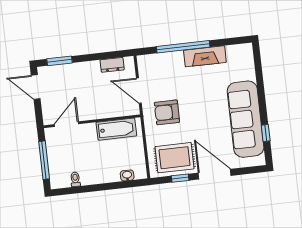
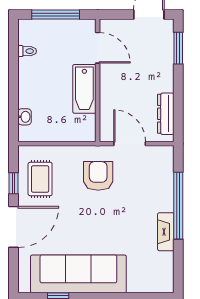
fireplace: (205, 56) -> (166, 232), width x0.73, depth x0.76
dresser: (112, 65) -> (166, 114), width x1.44
door: (139, 91) -> (130, 144), hinge flipped
bathtub: (116, 129) -> (84, 89), moved
rug: (175, 158) -> (40, 179), width x0.73, depth x0.70

